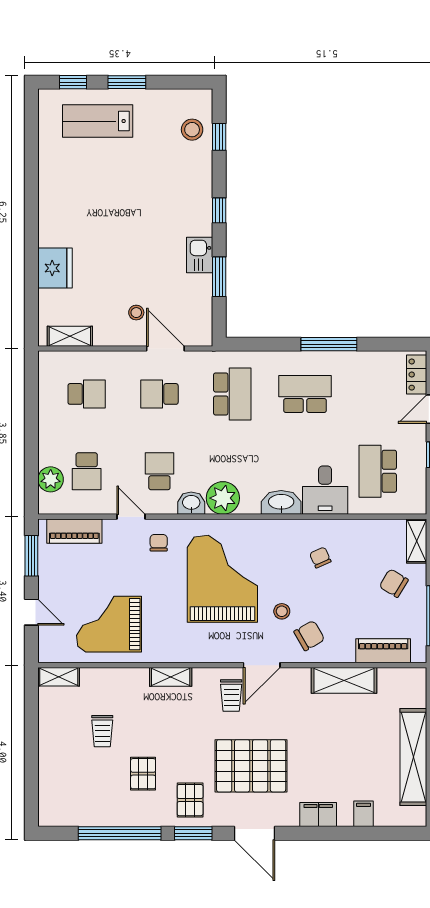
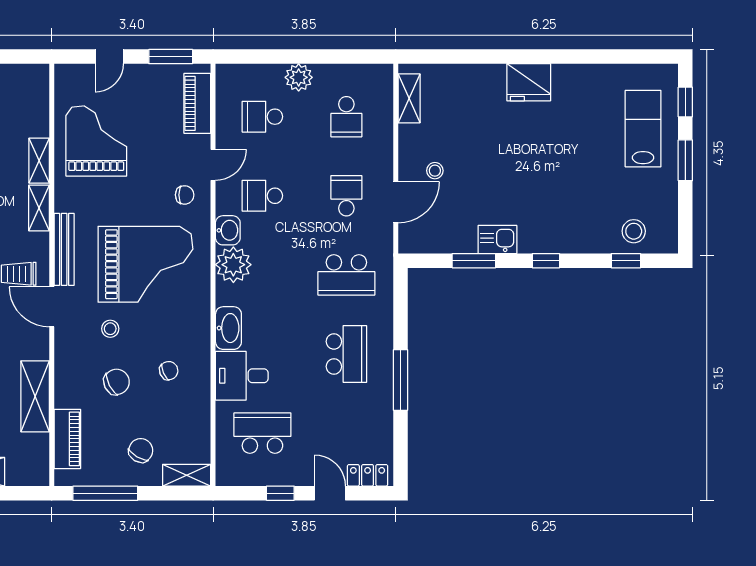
fridge: (55, 268) -> (529, 82), moved
school desk: (159, 471) -> (262, 196), turned 180
plant: (51, 479) -> (299, 77), moved
chair: (309, 636) -> (117, 382), moved, turned -87
bench: (209, 654) -> (64, 249), added
shelving: (59, 677) -> (39, 161), moved

